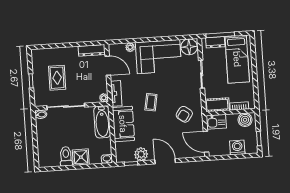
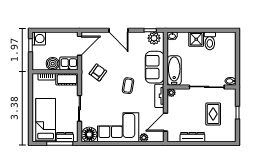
dresser: (92, 50) -> (192, 137), moved
door: (108, 66) -> (166, 122), hinge flipped
boiler: (245, 120) -> (53, 64), moved
door: (206, 142) -> (79, 46), hinge flipped
washing machine: (237, 147) -> (39, 39), moved, turned -90
plant: (141, 154) -> (154, 38), moved

